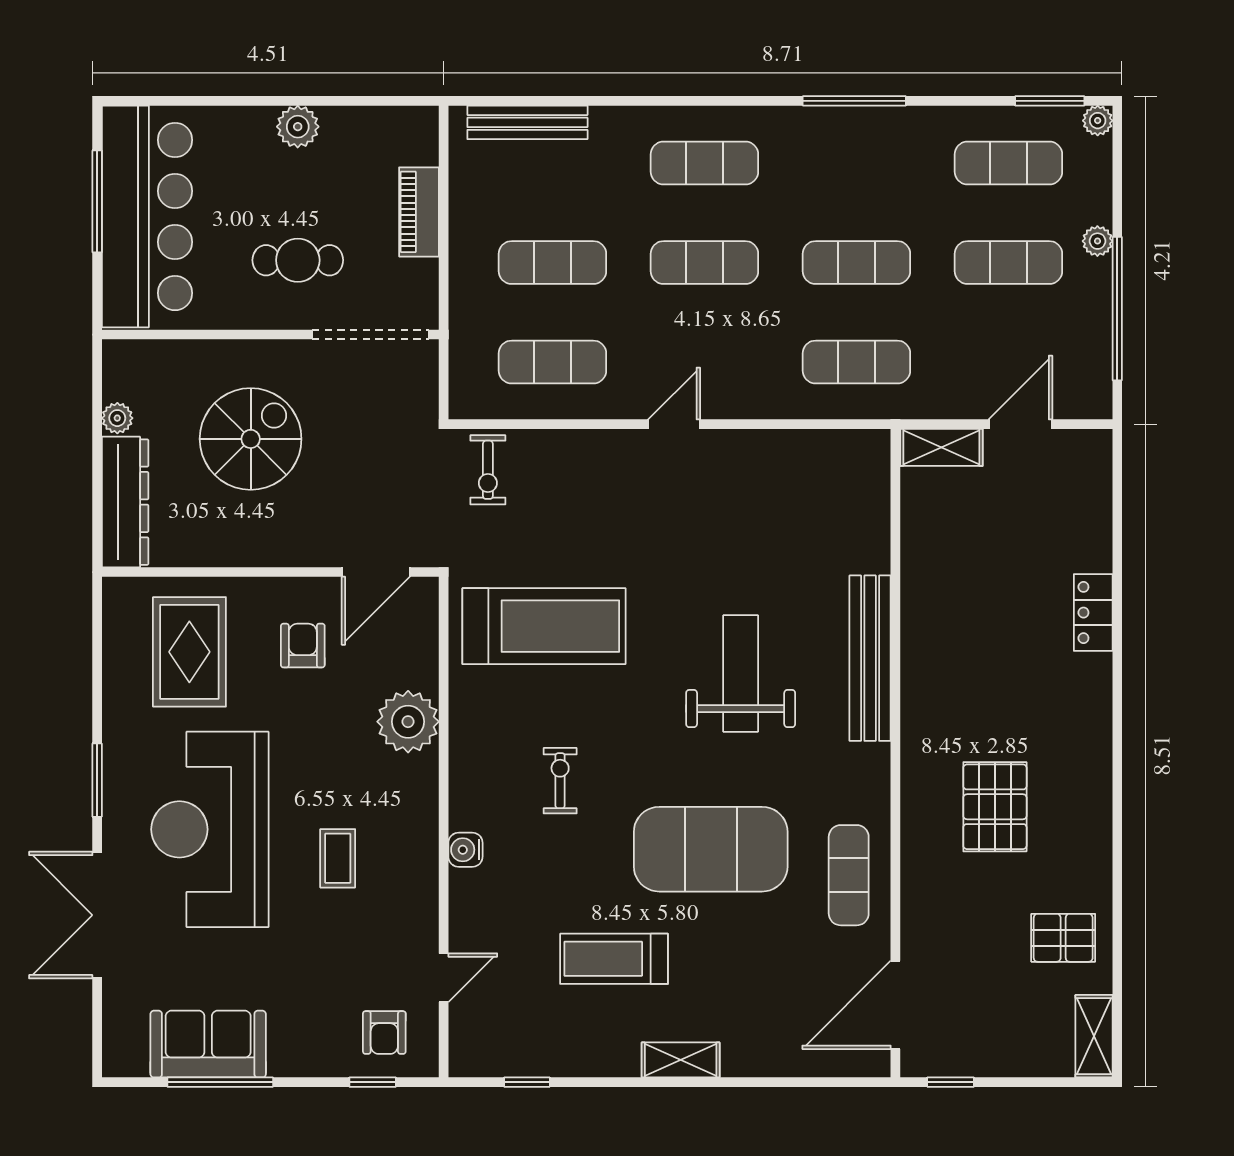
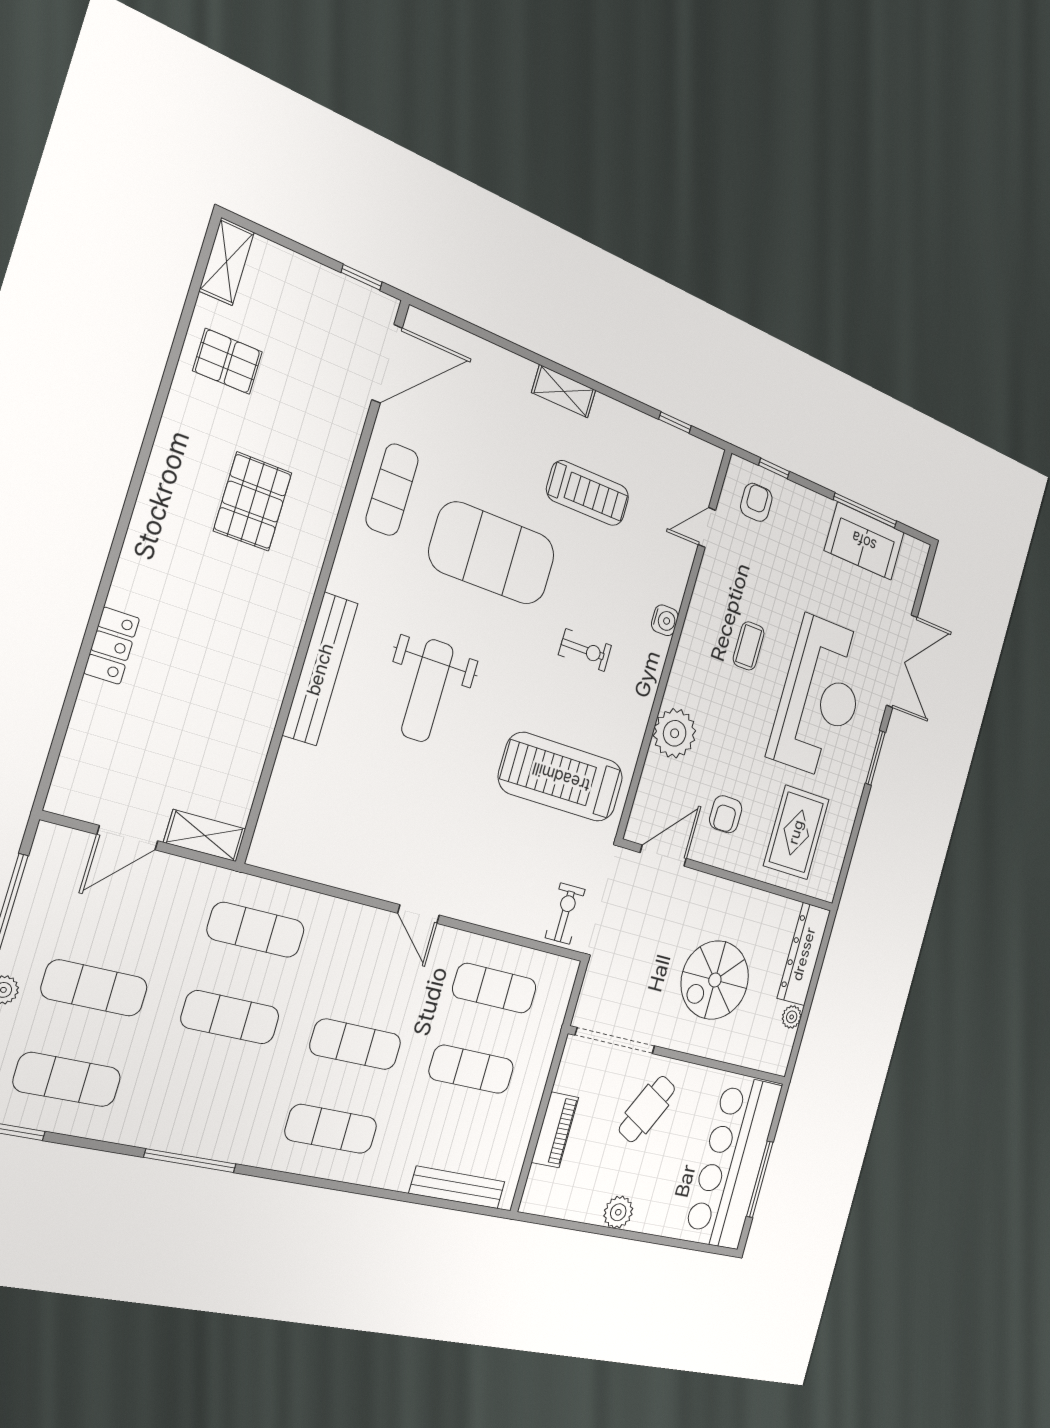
cafe table: (298, 260) -> (647, 1109), turned -62
door: (674, 424) -> (418, 914), hinge flipped
exercise bike: (560, 781) -> (585, 650), turned -90

